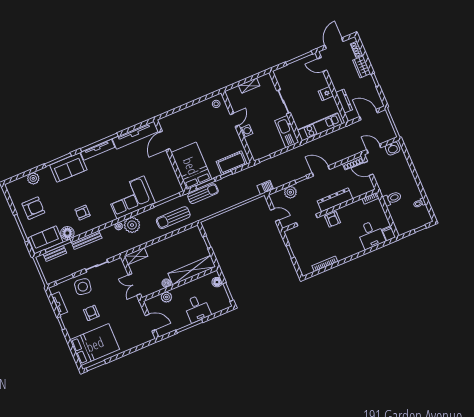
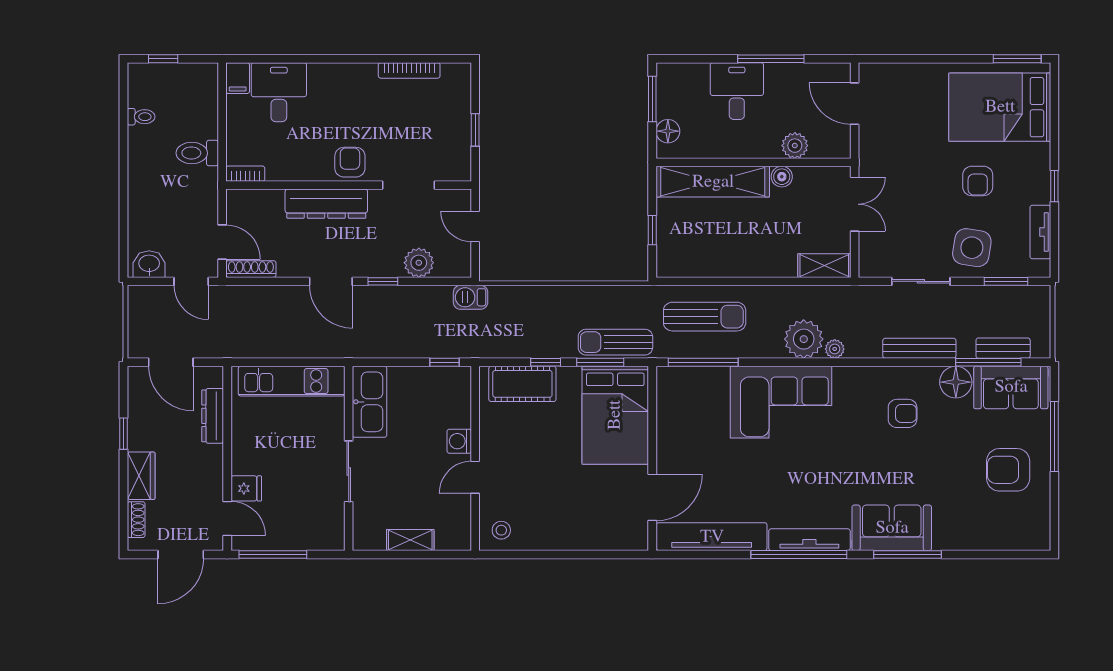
fridge: (326, 94) -> (246, 488), moved
plant: (33, 178) -> (980, 536), removed

